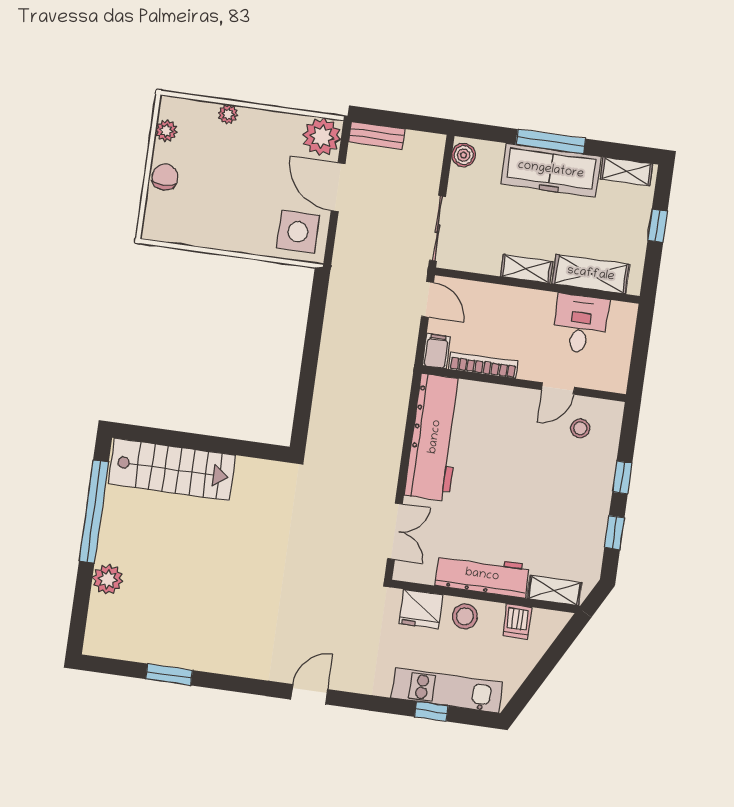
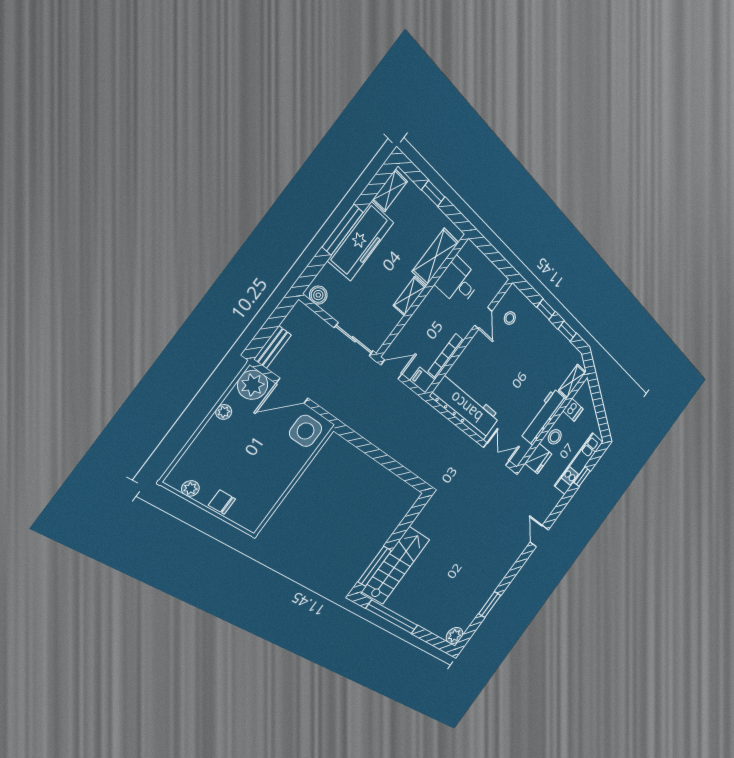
plant: (228, 114) -> (224, 412), moved
window: (159, 436) -> (375, 566), added
plant: (108, 579) -> (454, 636), moved

